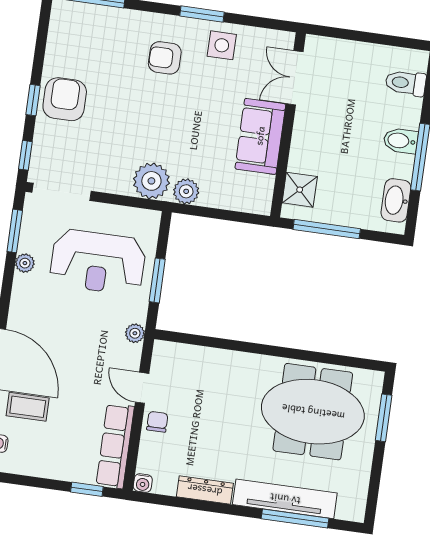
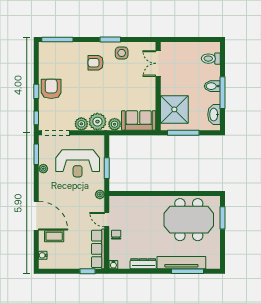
sofa: (260, 136) -> (139, 120), moved, turned 90
plant: (117, 181) -> (81, 124), added
shower: (300, 190) -> (174, 109), width x1.86, depth x1.86

